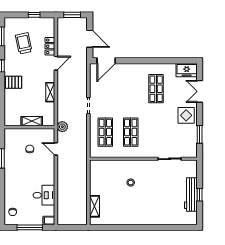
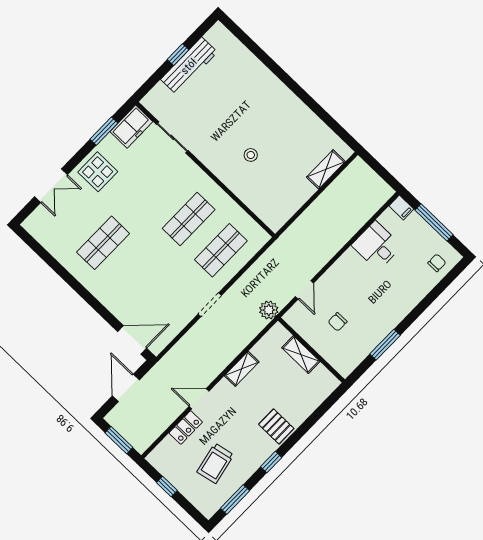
freezer: (187, 70) -> (131, 127), moved, turned 90

